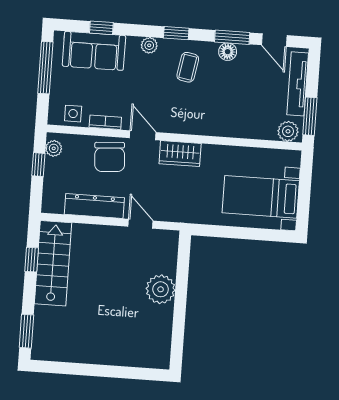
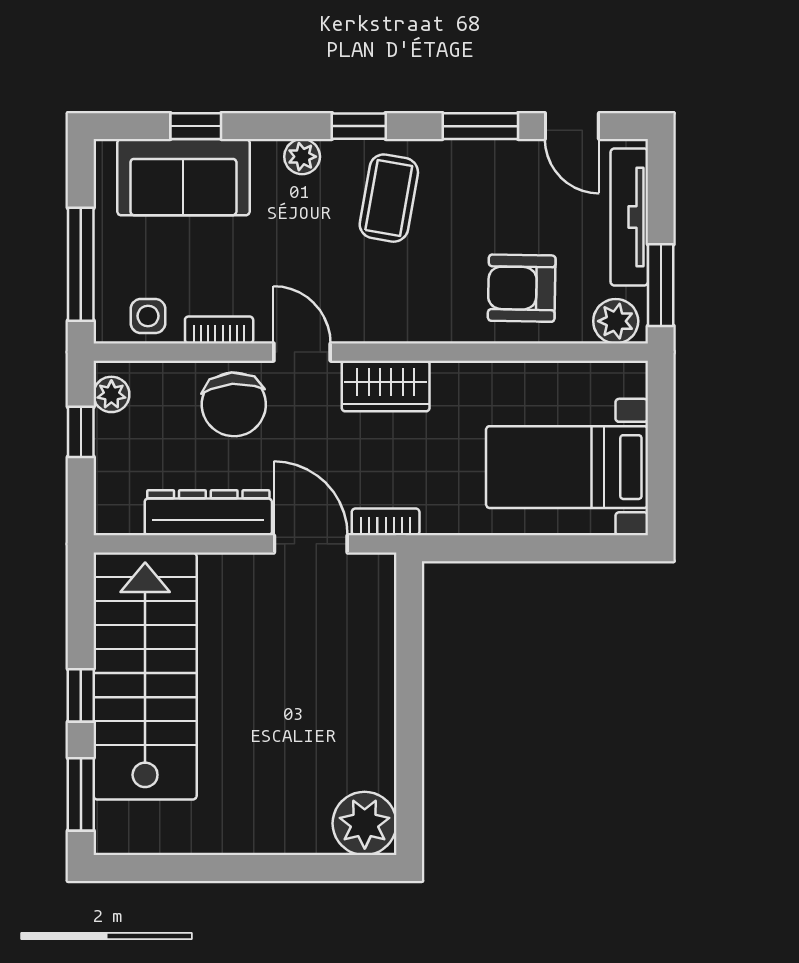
floor lamp: (228, 52) -> (473, 158), removed
coffee table: (188, 67) -> (389, 198), width x1.36, depth x1.30
window: (45, 68) -> (81, 264), moved
armchair: (246, 113) -> (522, 288), added
bookcase: (176, 216) -> (386, 522), added
door: (140, 224) -> (311, 544), width x1.38
window: (32, 260) -> (81, 695), moved
stairs: (53, 263) -> (145, 676), width x1.36, depth x1.51
plant: (161, 289) -> (365, 823), moved

